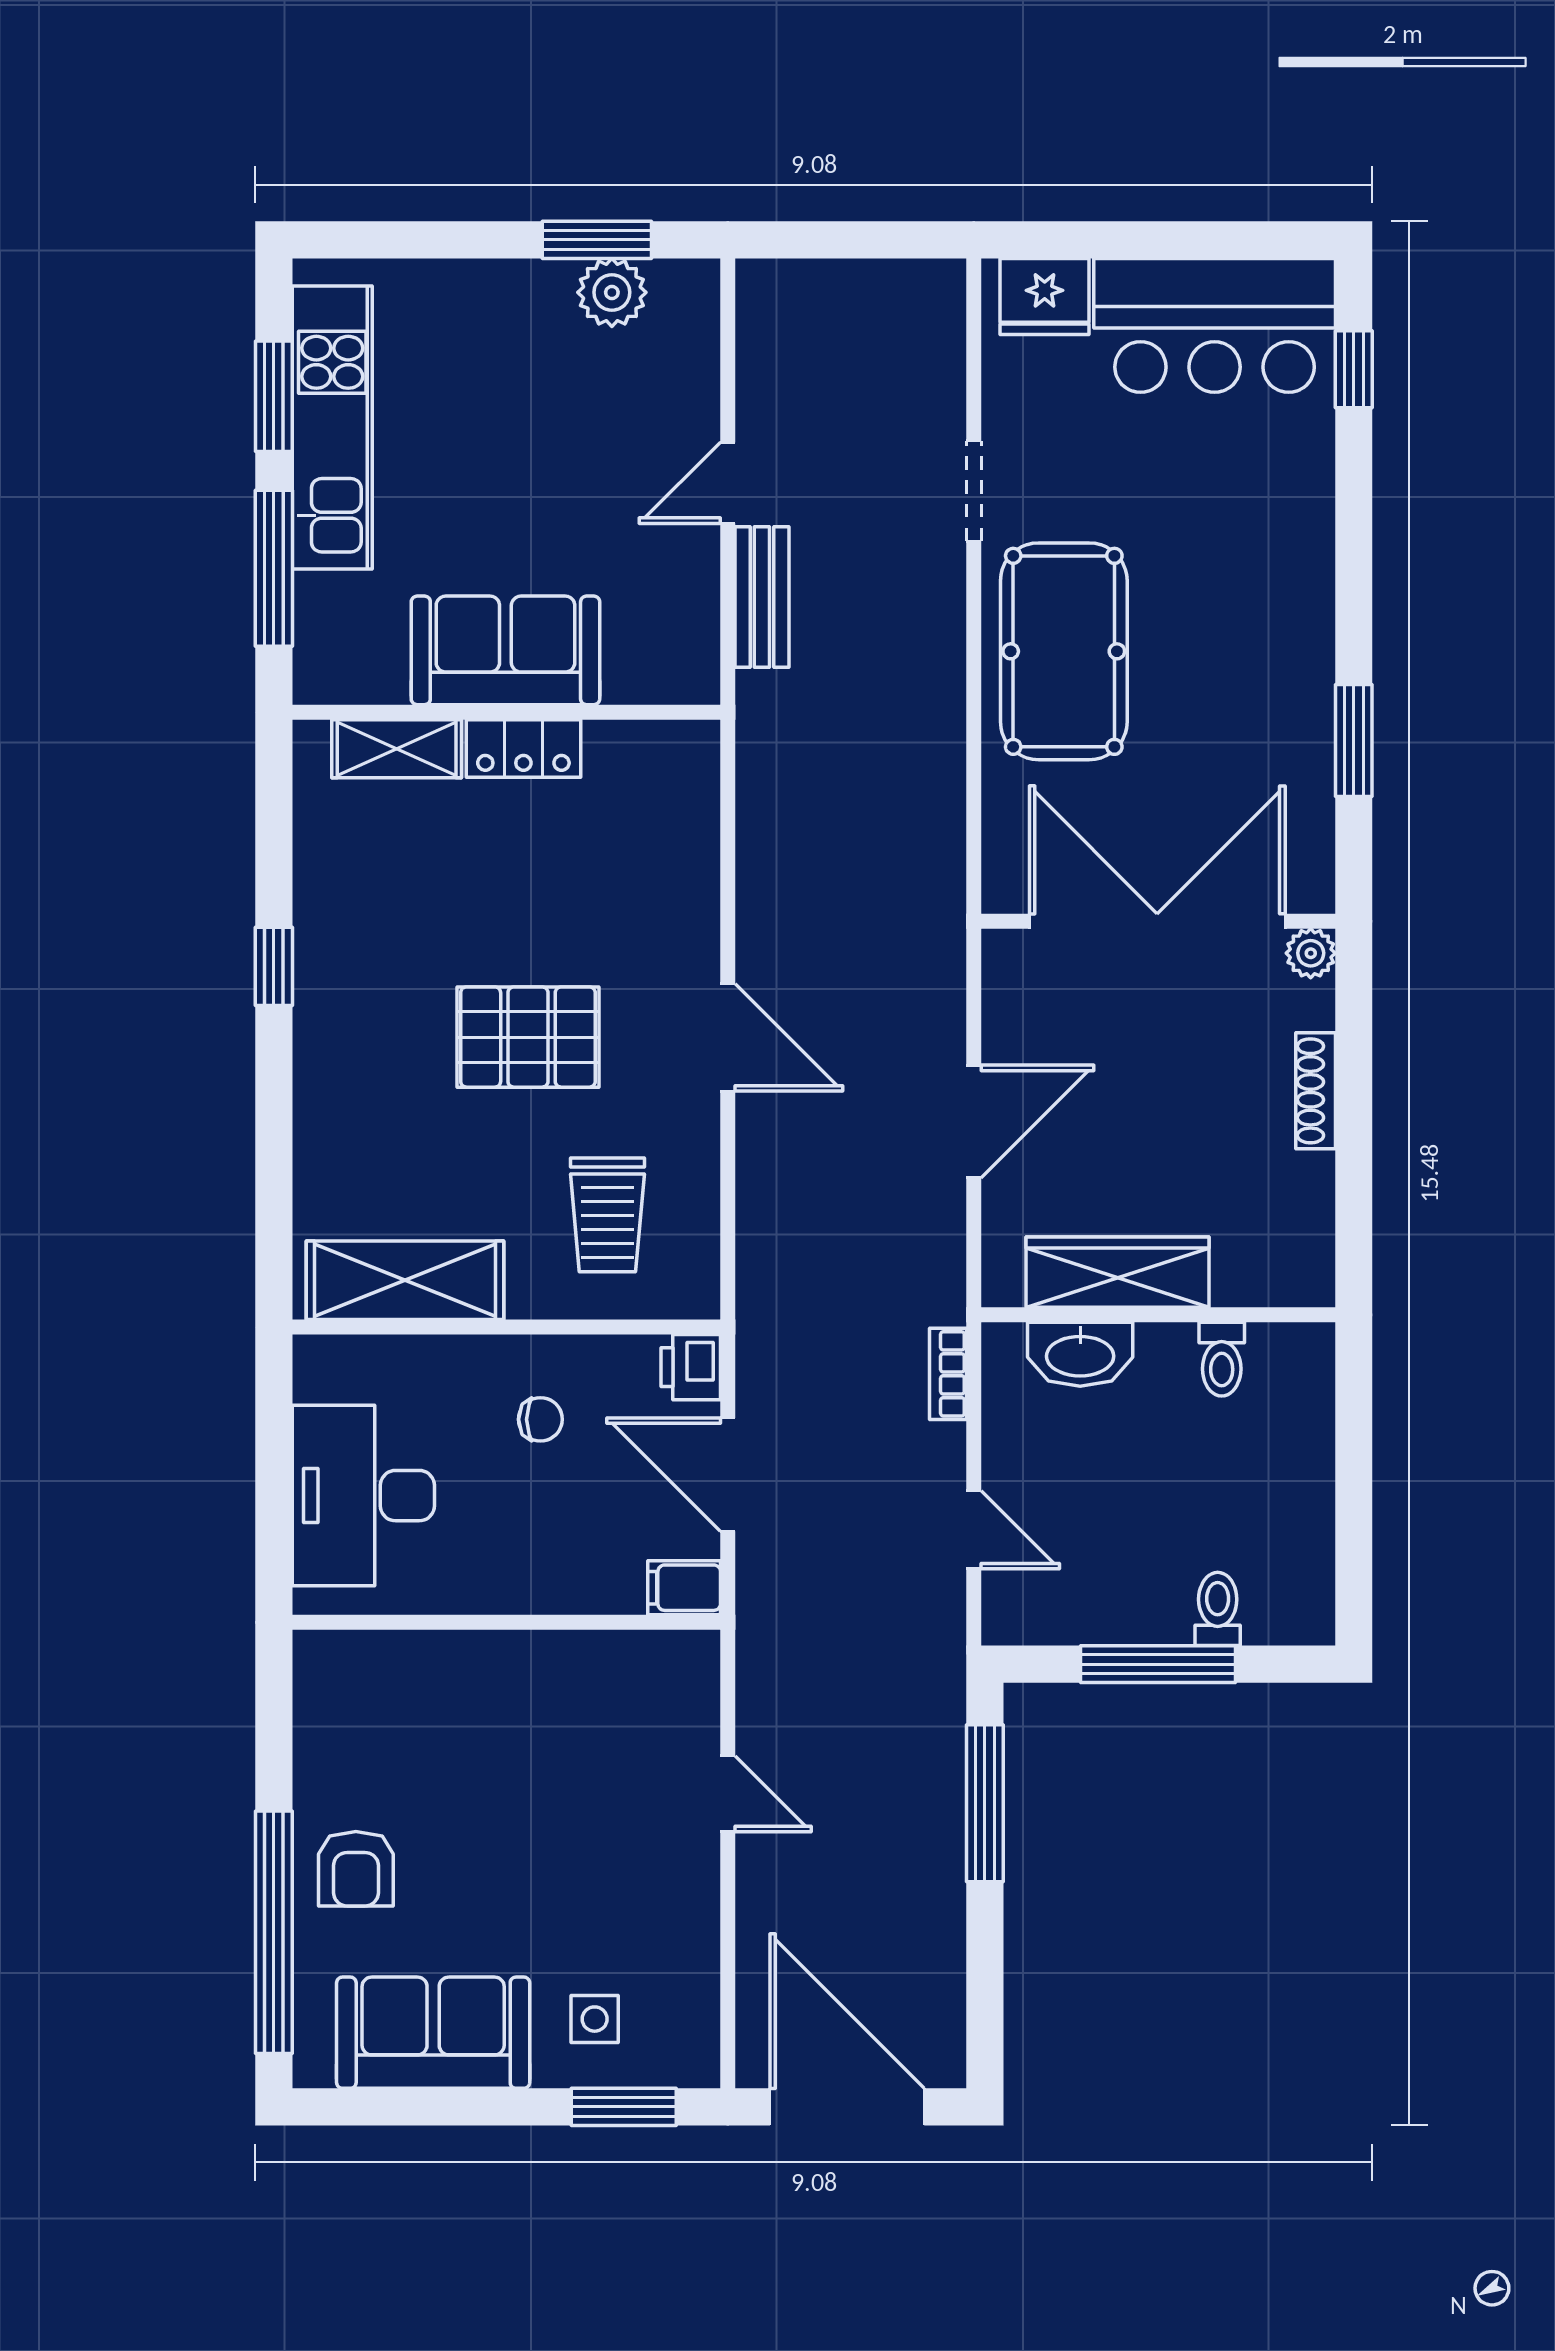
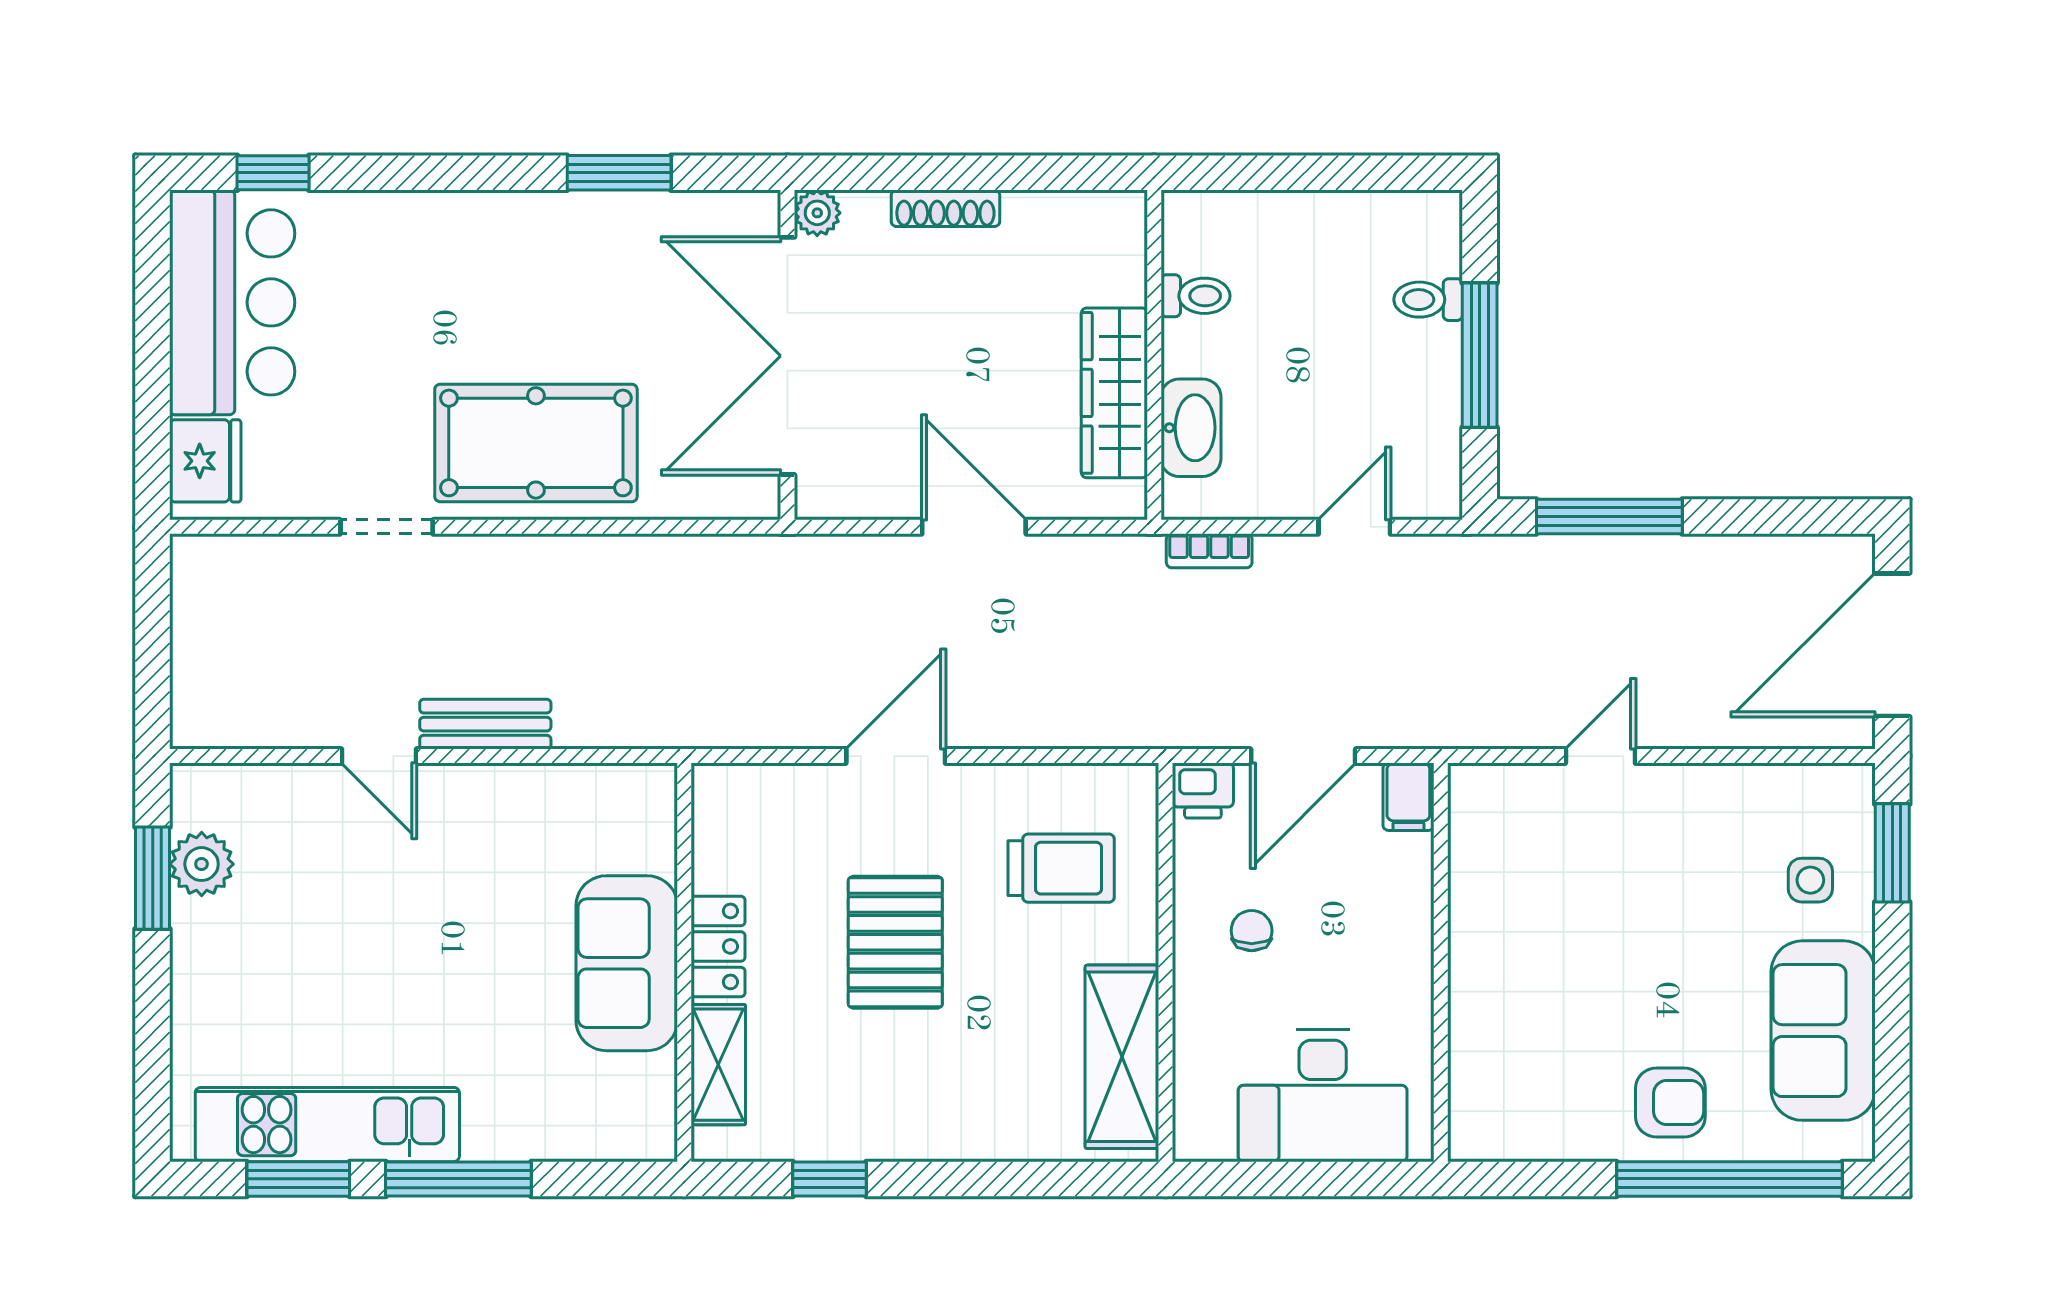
sofa: (505, 650) -> (627, 963), moved
wall: (506, 712) -> (684, 962), moved
locker: (523, 748) -> (718, 946), moved
shelving: (397, 749) -> (718, 1065), moved

